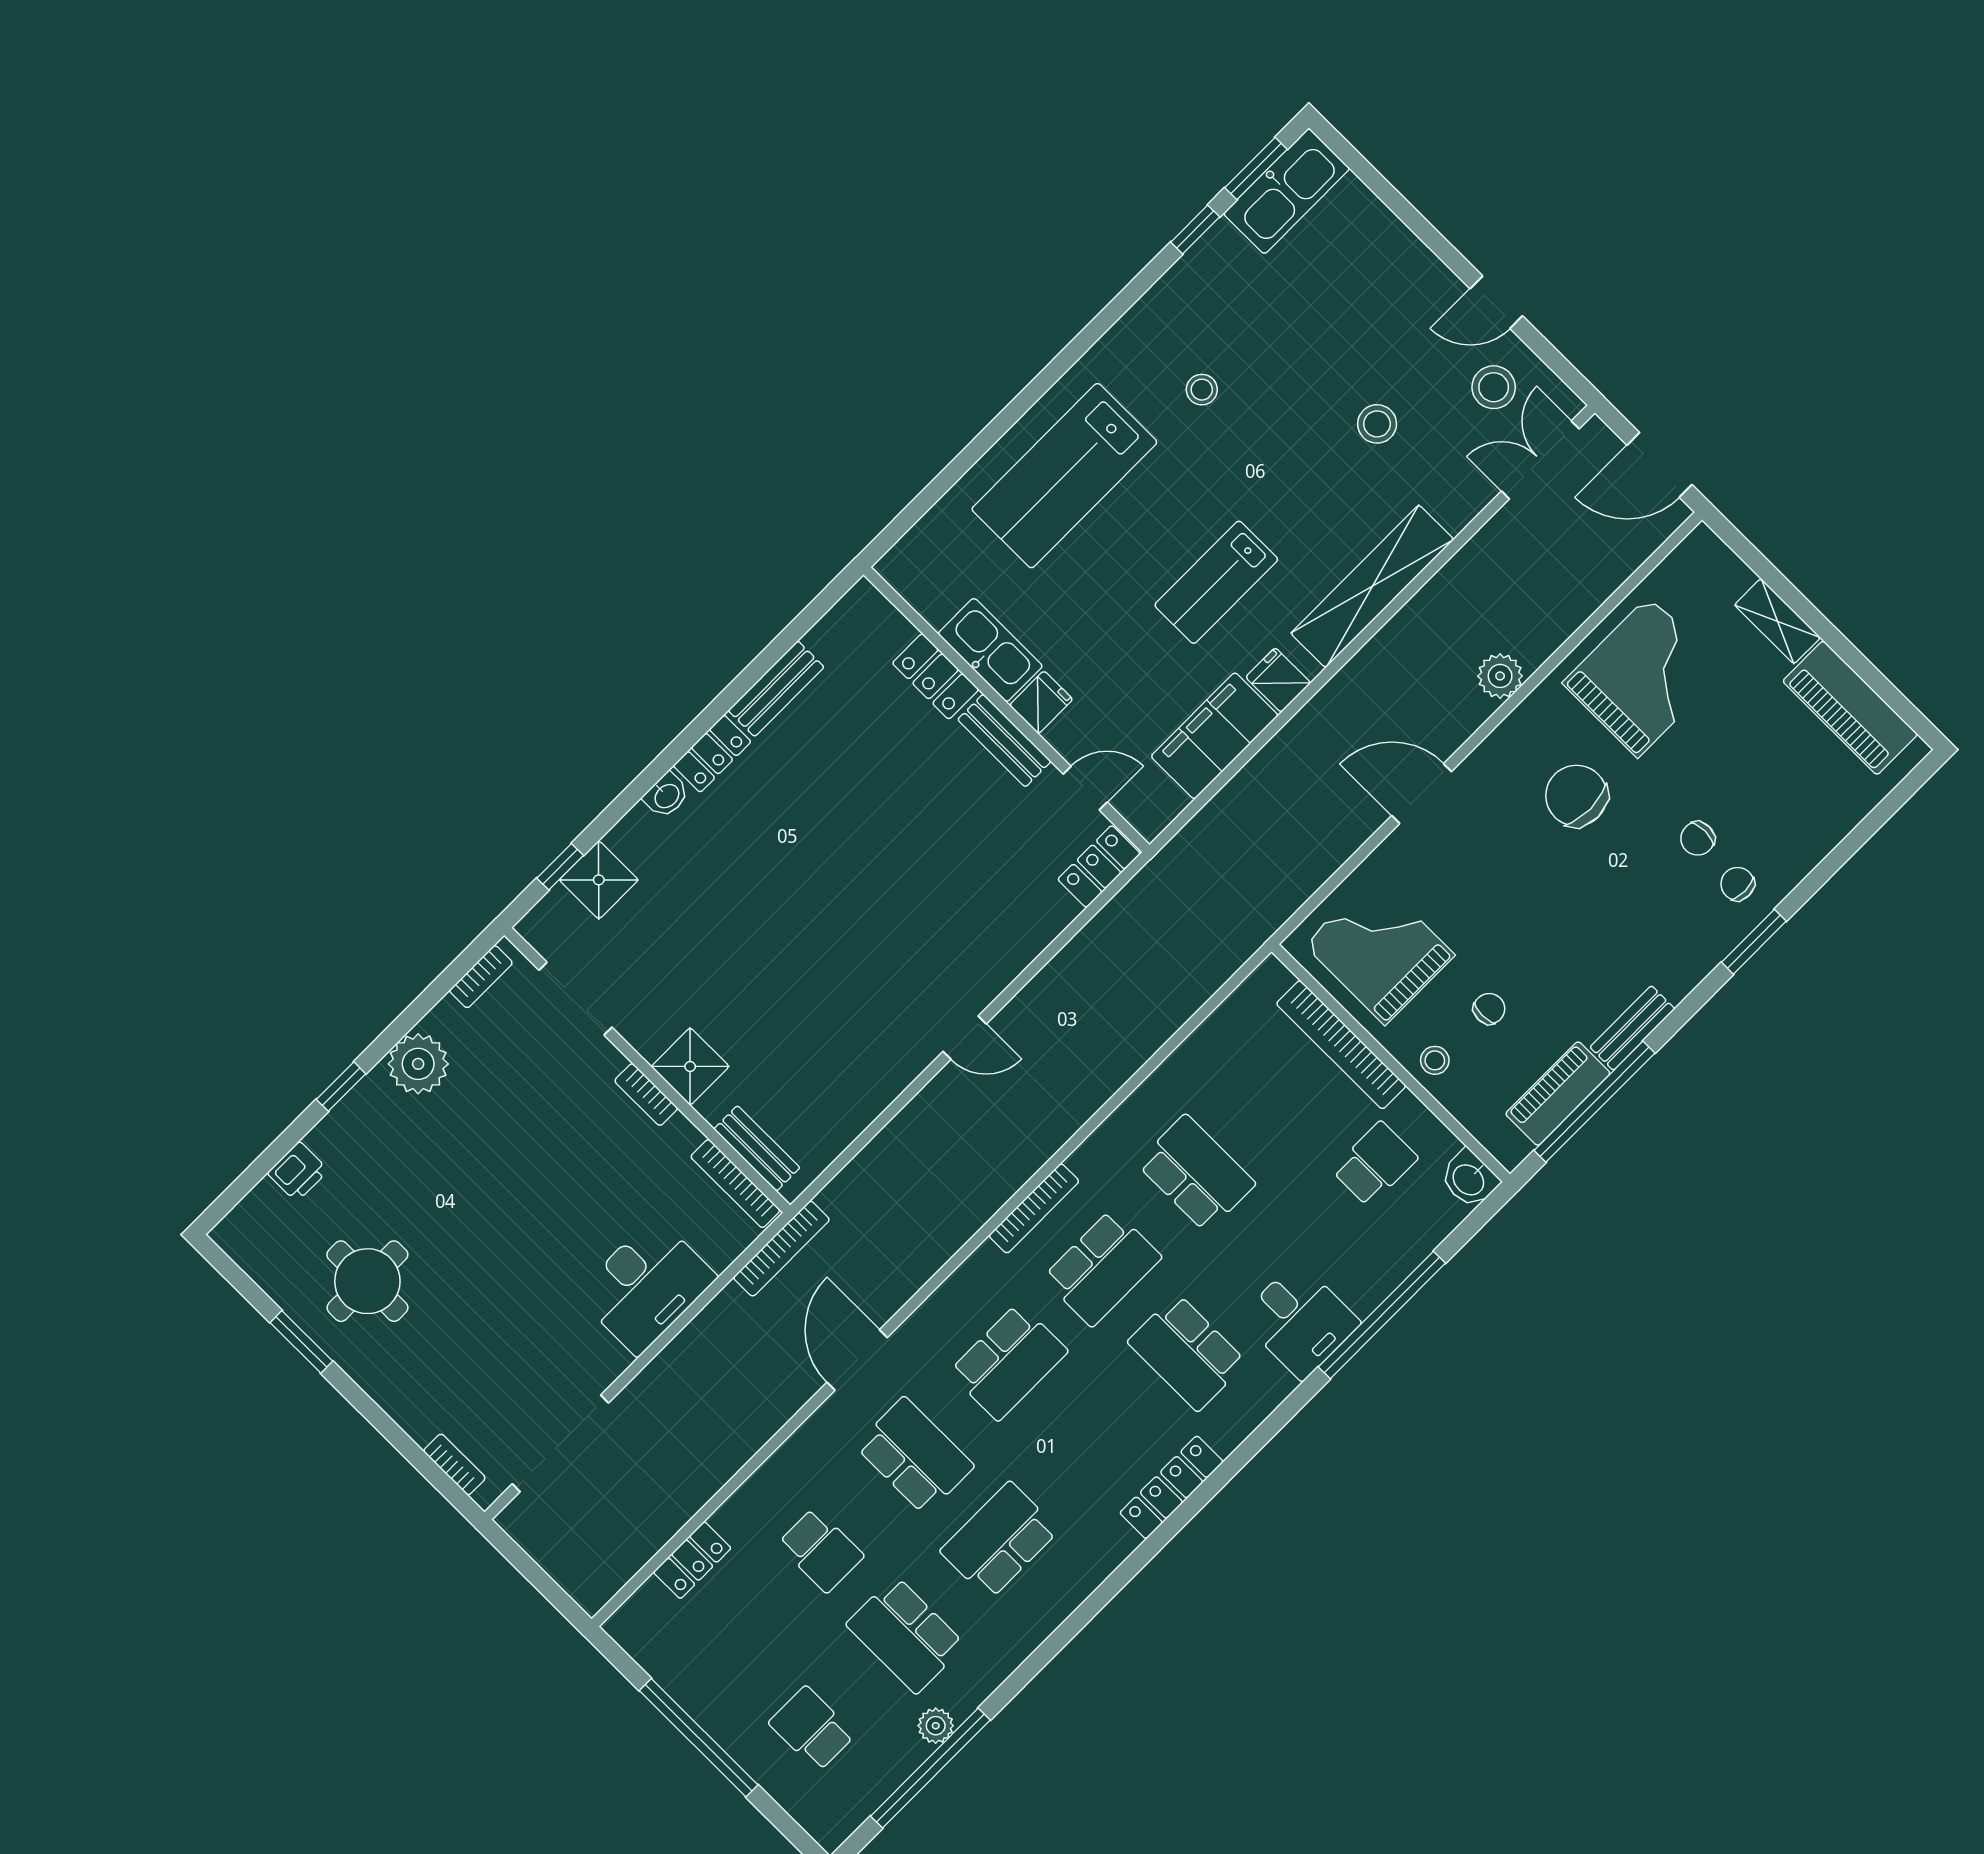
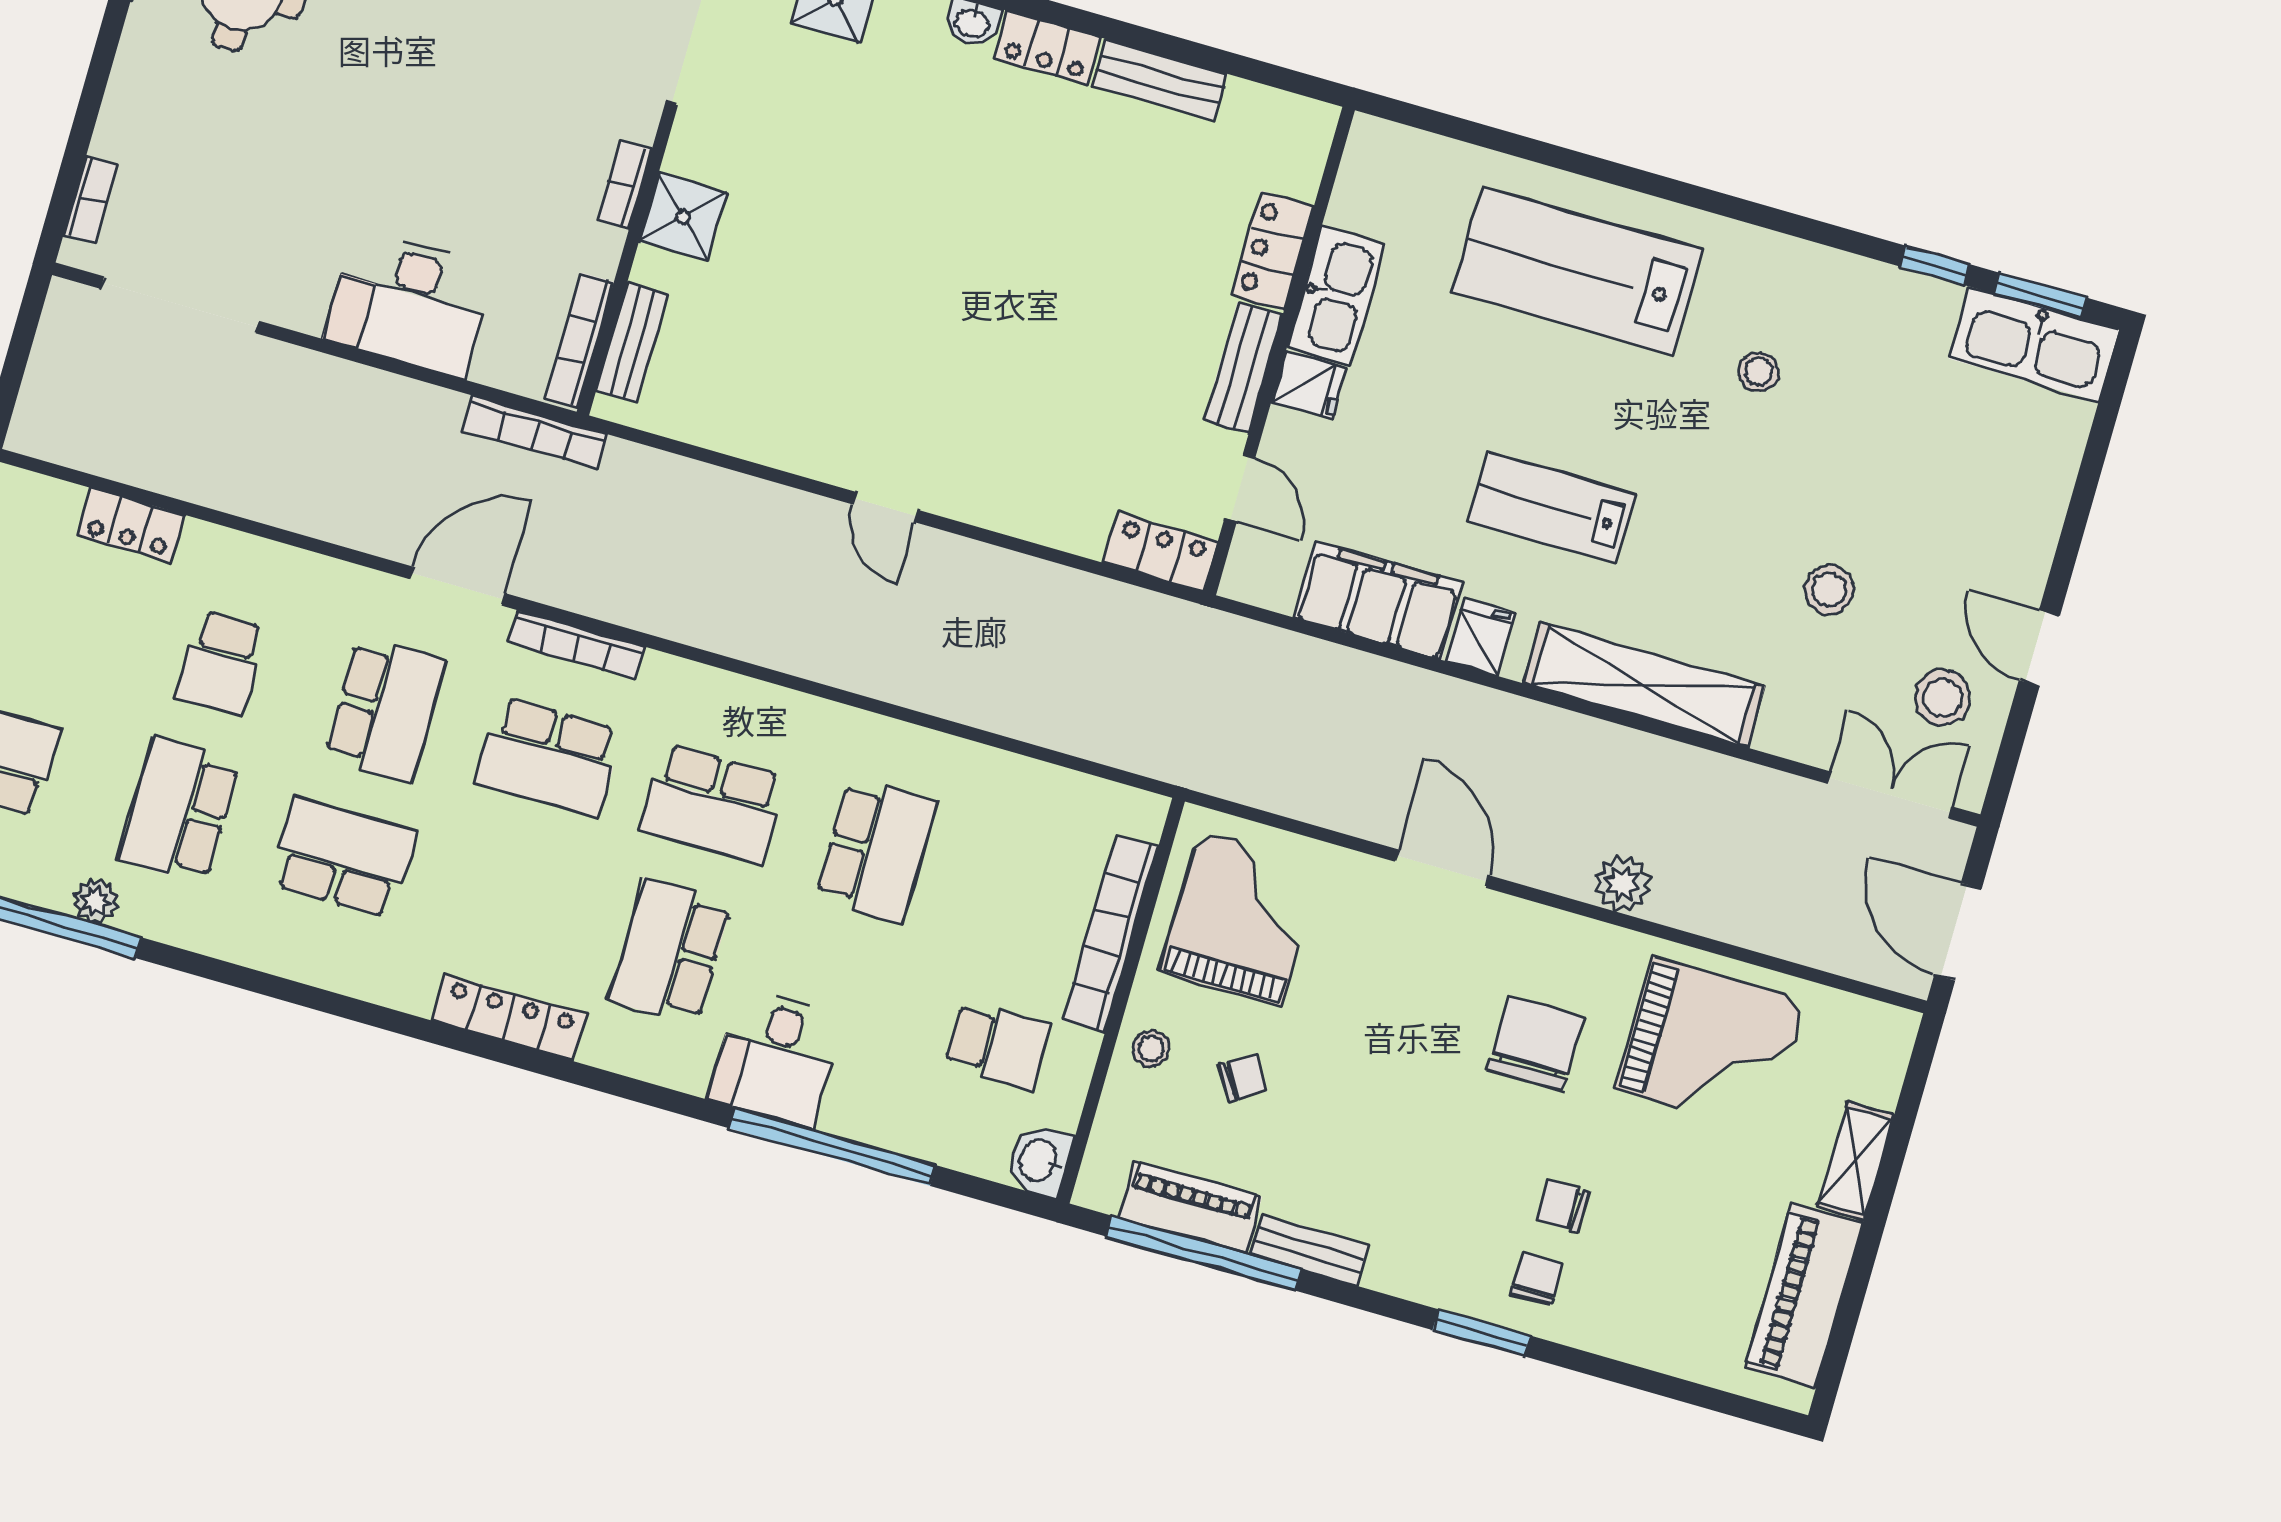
chair: (1489, 1009) -> (1243, 1078), turned -31
bookcase: (1034, 1208) -> (576, 645), moved

